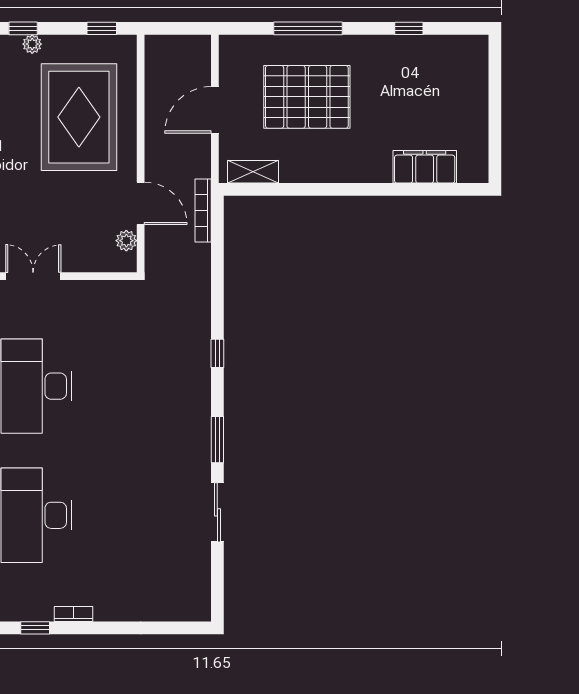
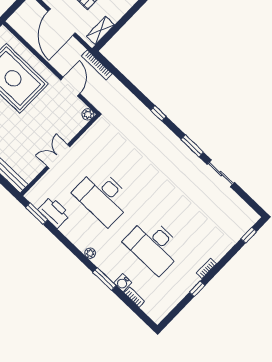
door: (215, 110) -> (62, 22), width x1.36
door: (141, 203) -> (70, 87), hinge flipped
plant: (126, 241) -> (88, 114), moved
window: (171, 628) -> (249, 235), added

